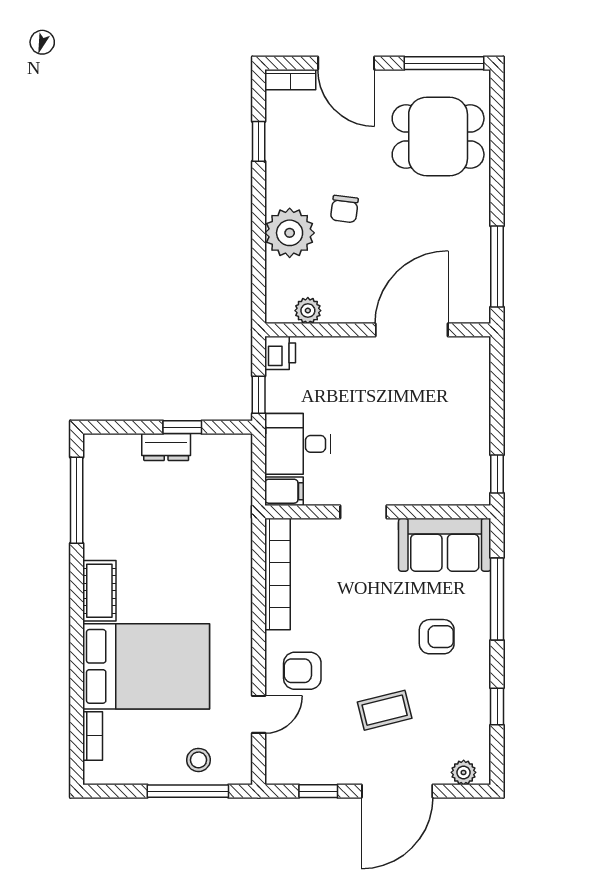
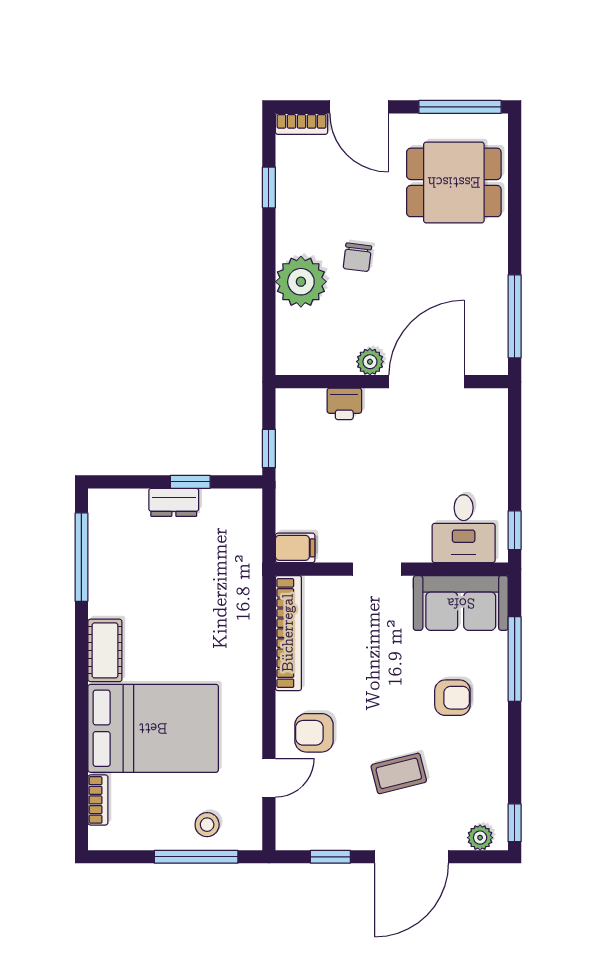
plant: (308, 311) -> (370, 362), moved
printer: (280, 353) -> (344, 404), moved, turned 90
desk: (298, 444) -> (464, 529), moved, turned -90
window: (497, 707) -> (515, 823), moved

